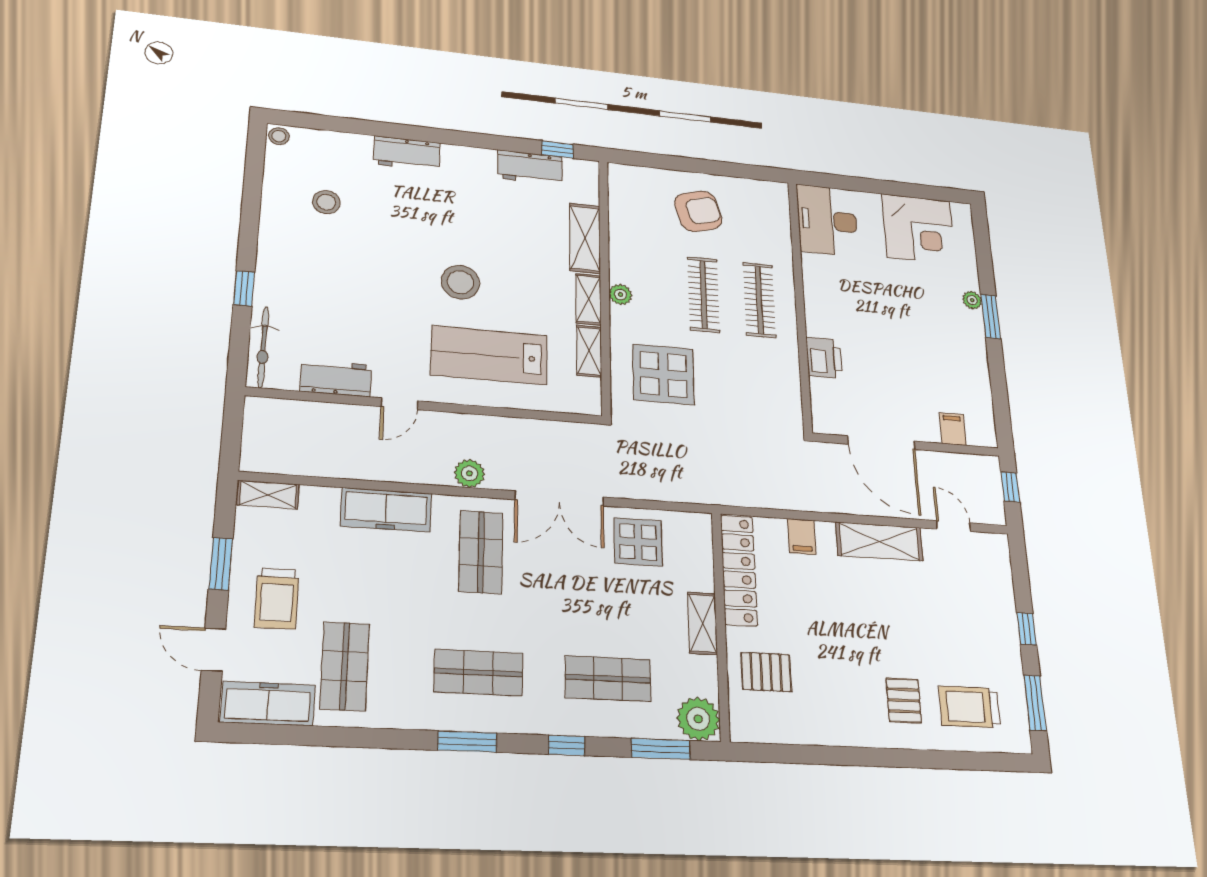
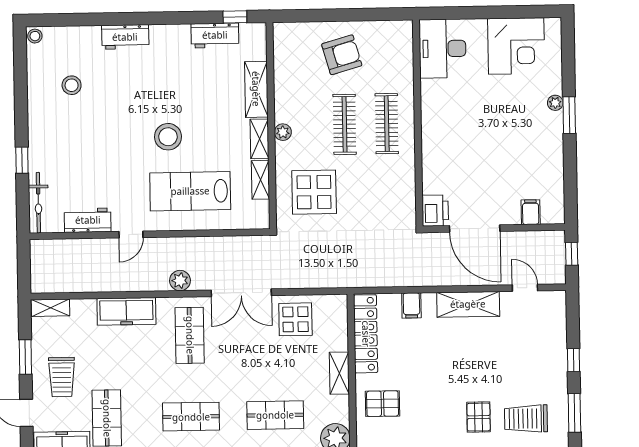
printer: (824, 358) -> (435, 211), moved

